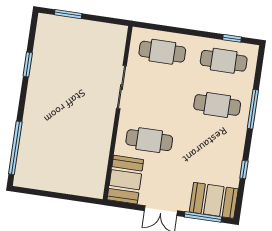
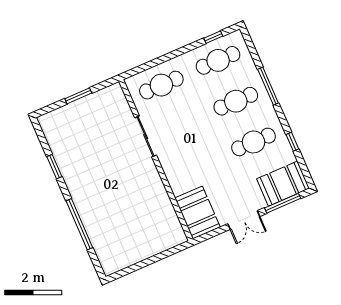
window: (68, 14) -> (78, 96), moved
cafe table: (149, 140) -> (254, 142), moved
window: (15, 148) -> (79, 224), moved

